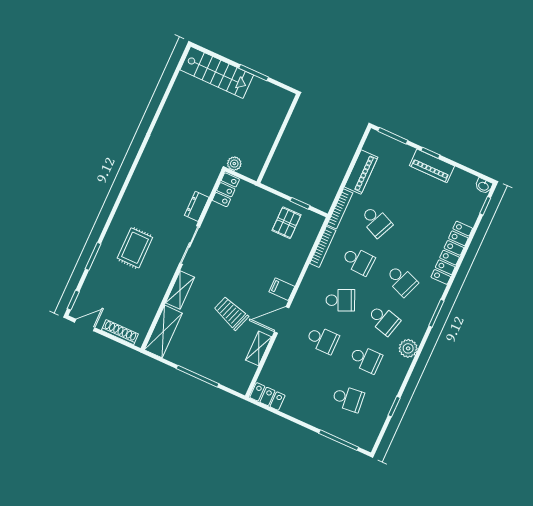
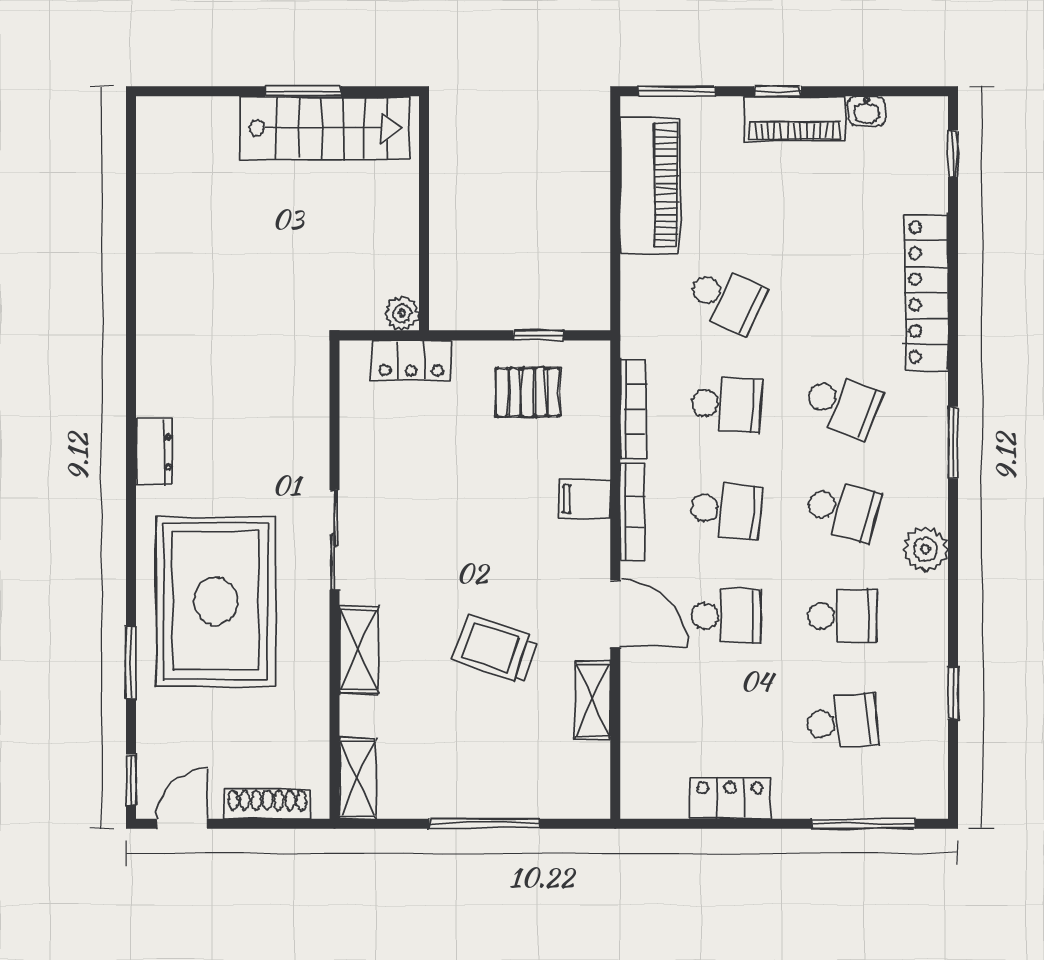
stairs: (217, 72) -> (325, 128), moved
plant: (234, 164) -> (402, 313), moved
piano: (361, 172) -> (650, 186), width x1.37, depth x1.33
washbasin: (484, 186) -> (867, 111), moved
locker: (226, 190) -> (411, 360), moved, turned 90
dresser: (197, 206) -> (154, 452), moved, turned 180
bookcase: (340, 209) -> (633, 512), moved
pallet: (286, 223) -> (528, 392), turned 90
rug: (135, 248) -> (216, 601), width x1.86, depth x2.06
filing cabinet: (282, 289) -> (584, 499), moved
school desk: (340, 300) -> (726, 510), turned 30
door: (282, 320) -> (615, 614), swing flipped
shelving: (163, 331) -> (357, 779), width x0.67, depth x0.75
locker: (267, 396) -> (730, 798), moved

